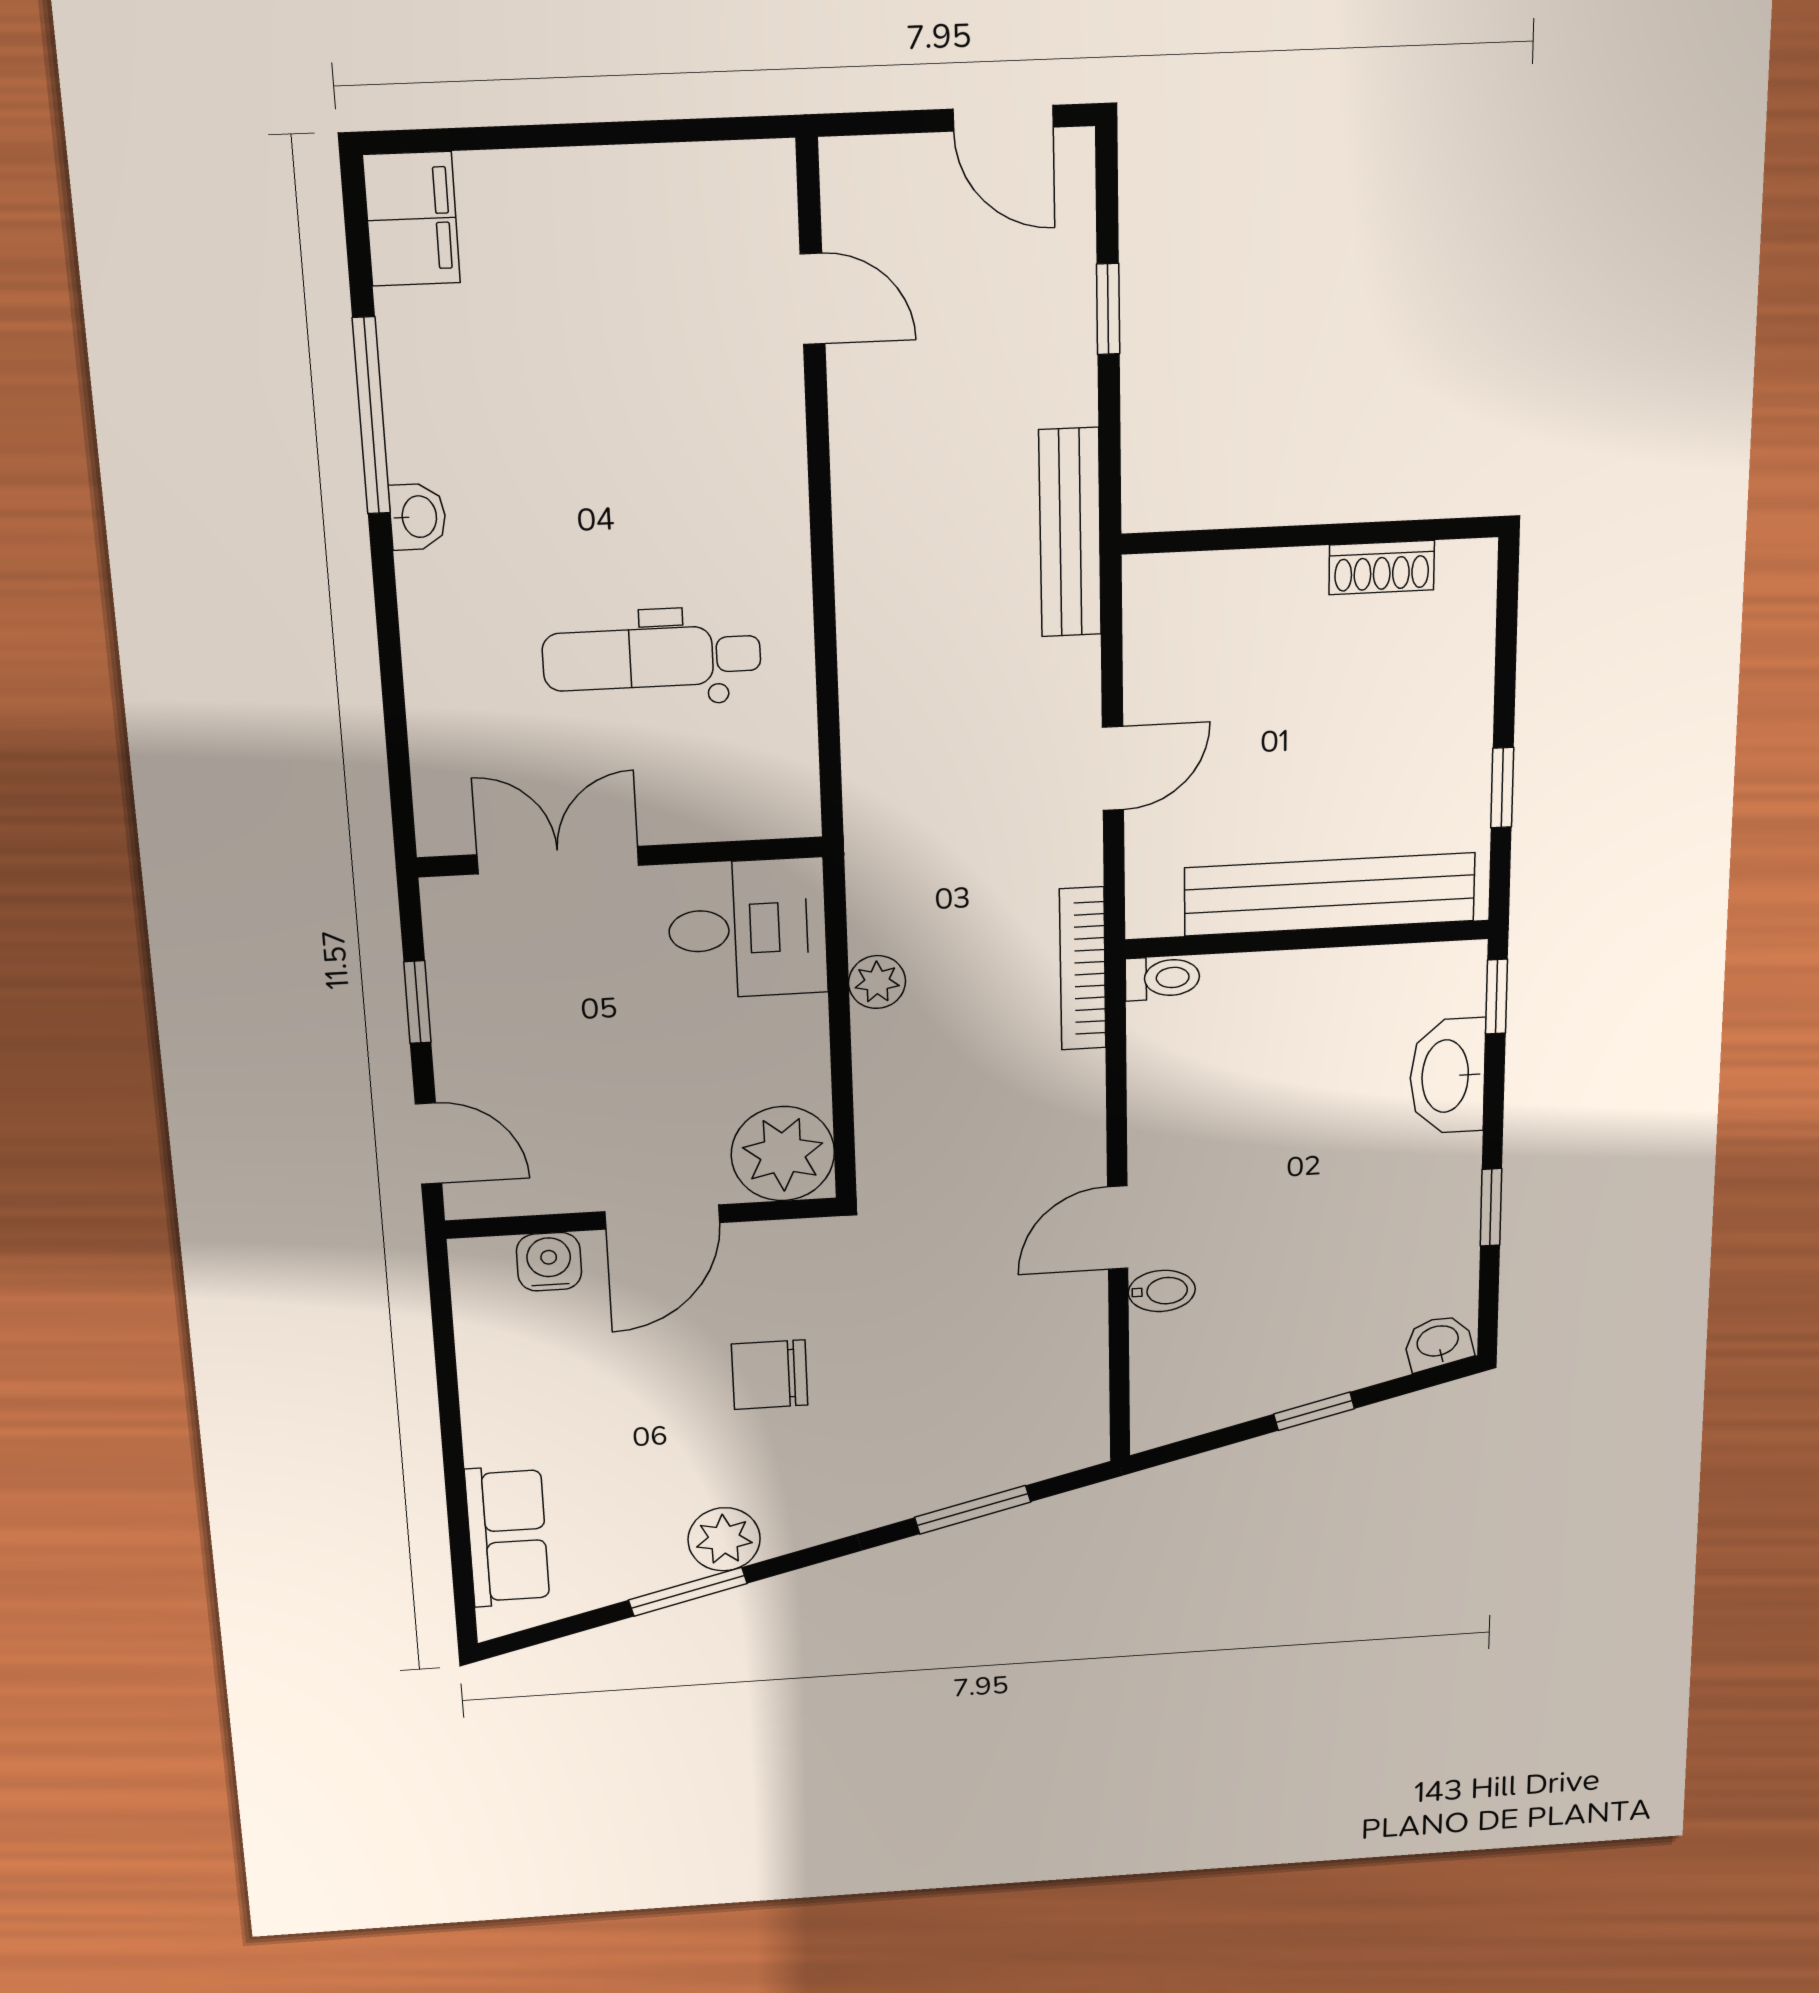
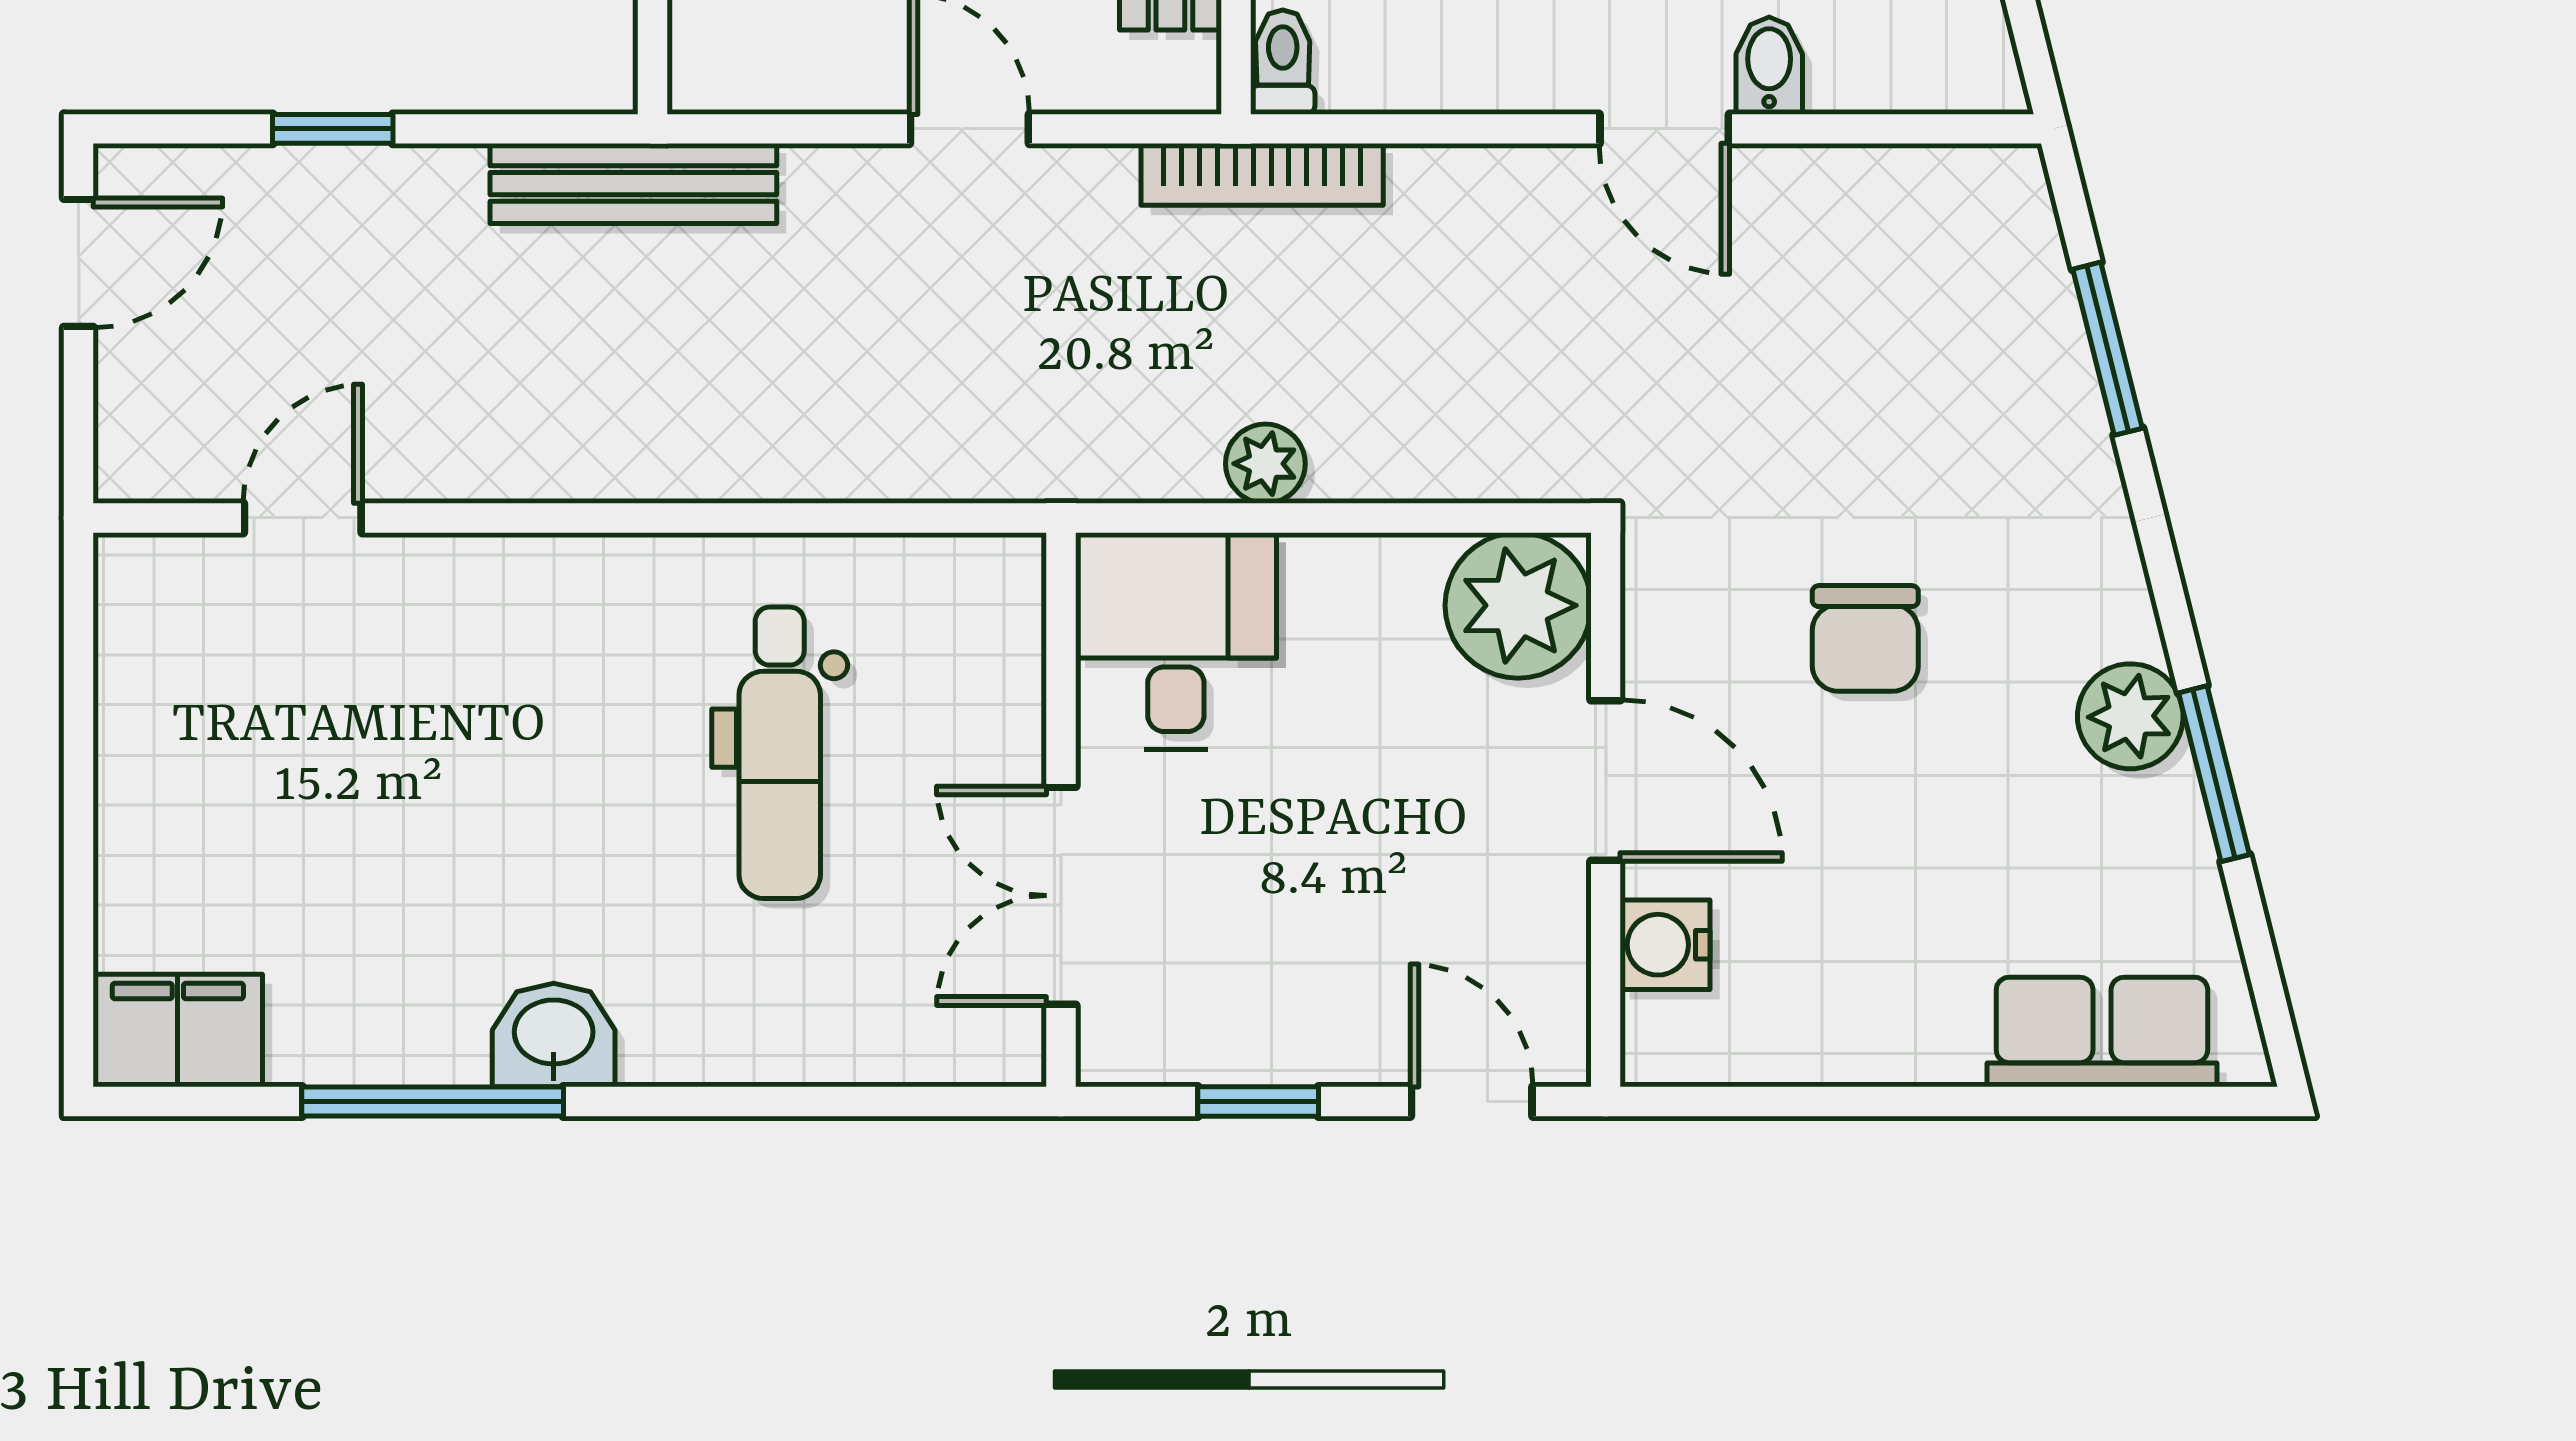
washbasin: (418, 517) -> (554, 1035), width x1.38, depth x1.45
door: (428, 1144) -> (1472, 1102), hinge flipped

